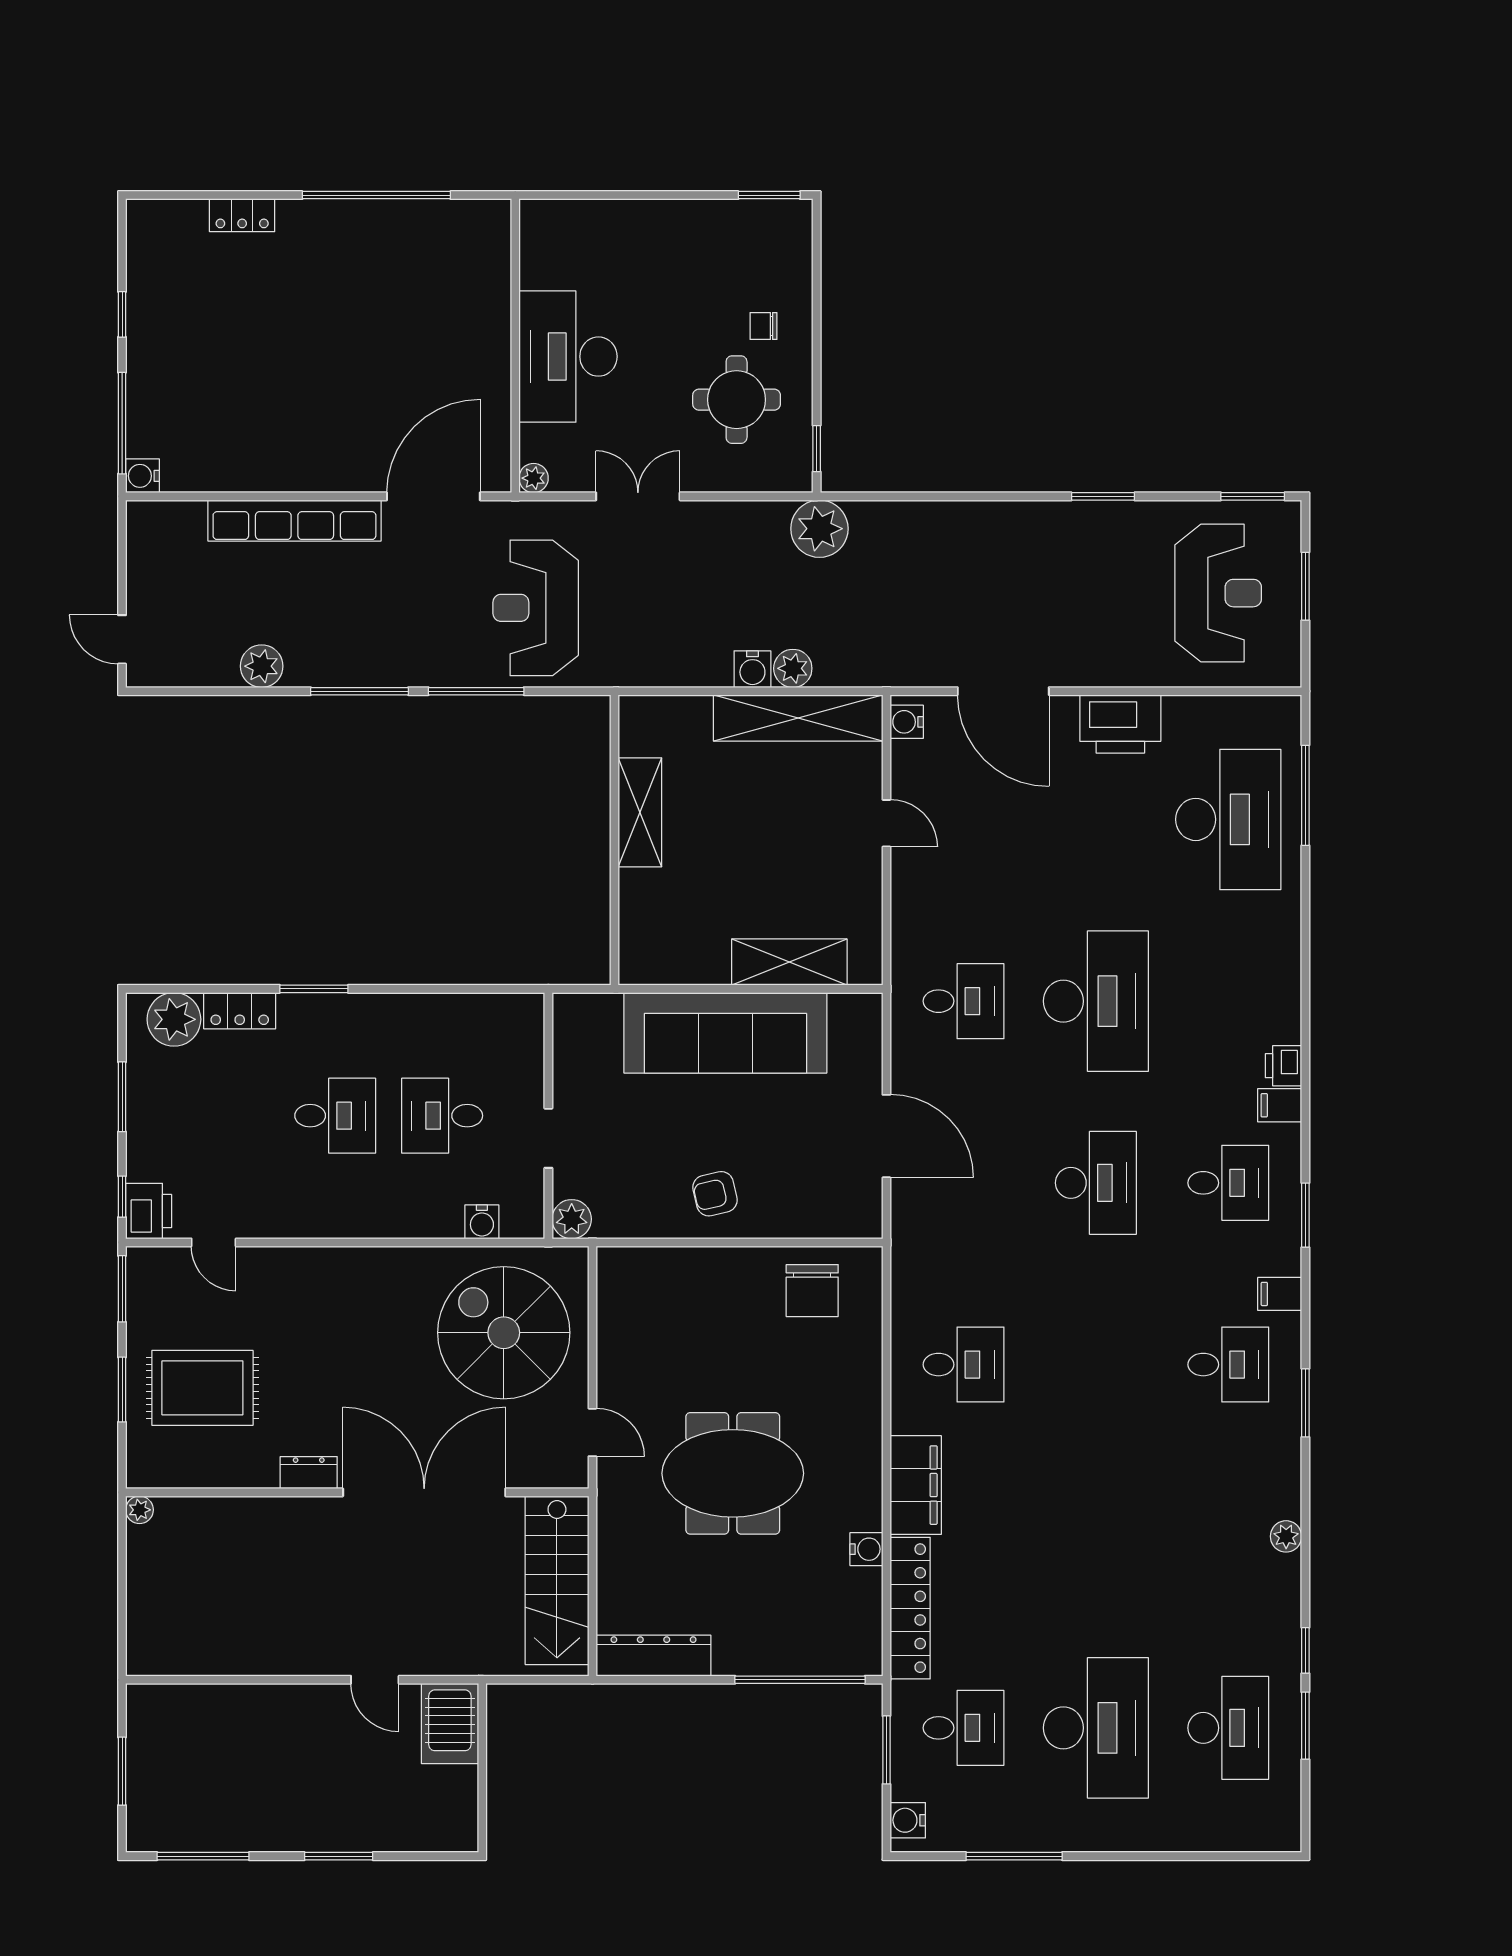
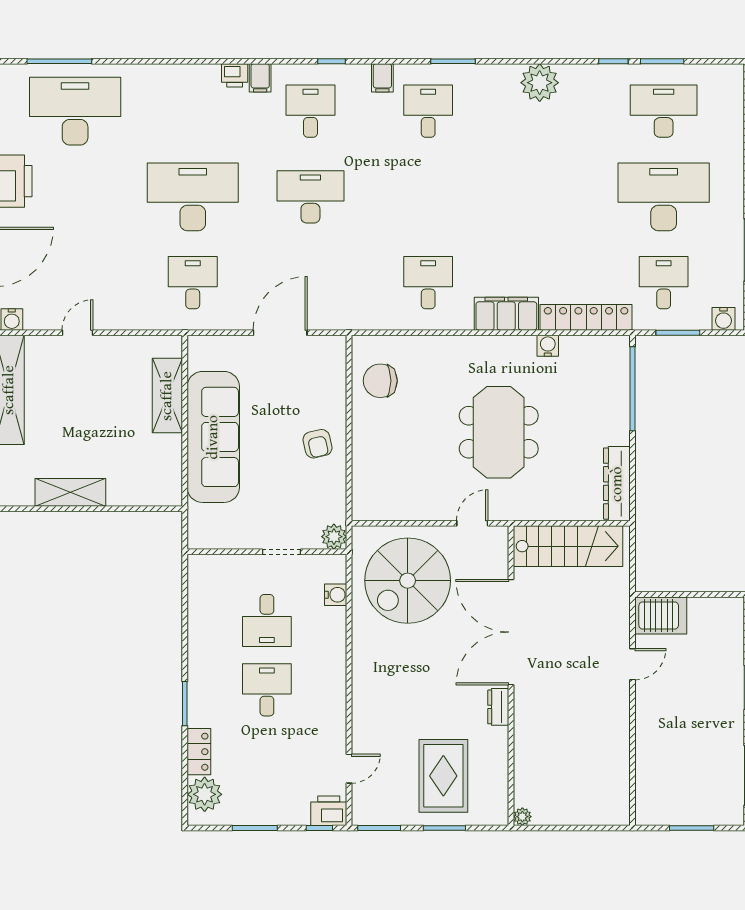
window: (1305, 1215) -> (331, 61), width x0.67
chair: (812, 1291) -> (380, 381), turned 180
plant: (1286, 1536) -> (540, 83), width x1.87, depth x1.87

